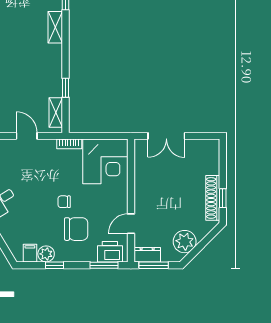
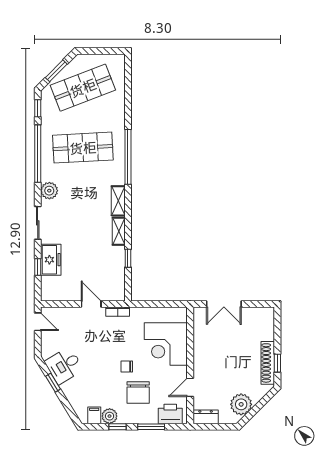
shelving: (56, 112) -> (119, 231), moved
bookcase: (69, 144) -> (118, 312), moved
corner desk: (105, 161) -> (166, 344), moved, turned 90
chair: (76, 229) -> (138, 392), turned 90
window: (104, 265) -> (151, 427), moved
window: (154, 265) -> (212, 427), removed

